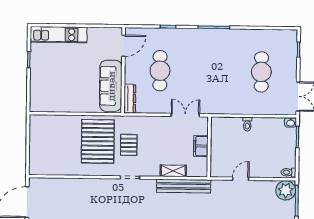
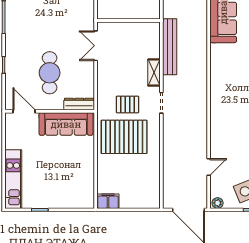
cafe table: (160, 71) -> (50, 73), turned 90
filing cabinet: (201, 146) -> (108, 201), moved, turned 180
shelving: (173, 171) -> (154, 73), moved

